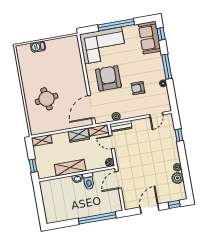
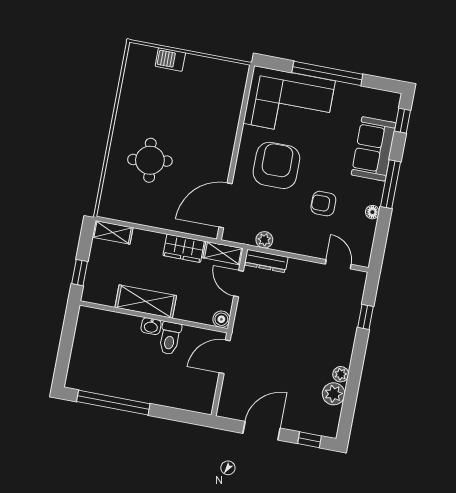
sofa: (150, 38) -> (374, 149), moved
door: (156, 115) -> (338, 264), swing flipped
window: (97, 218) -> (113, 403), moved

